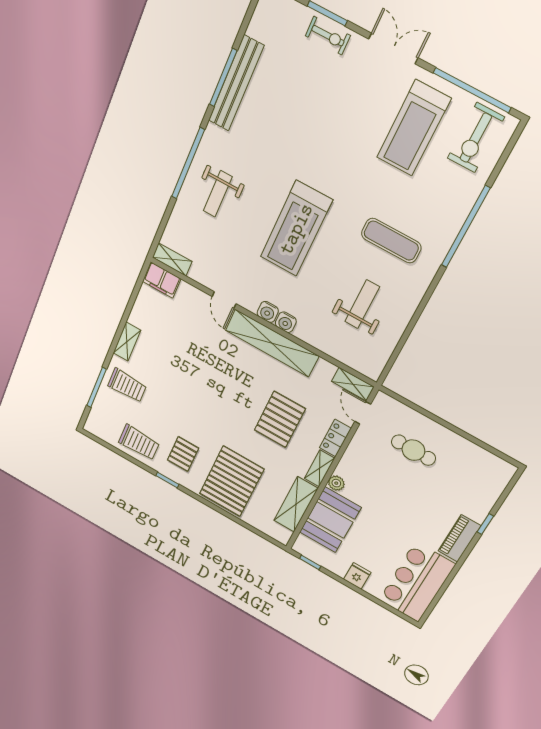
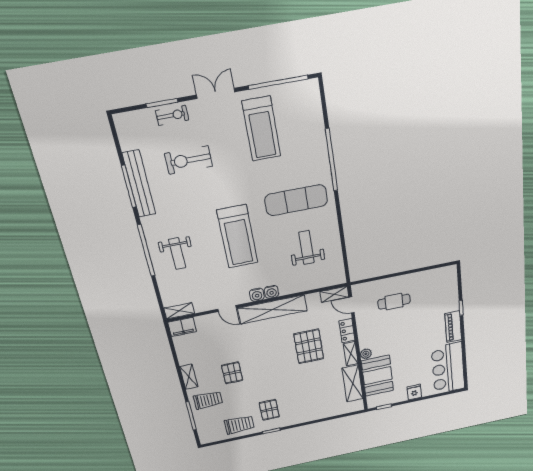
exercise bike: (476, 138) -> (189, 160), moved, turned 90
exercise mat: (391, 241) -> (296, 200), width x1.36, depth x1.45
pallet: (232, 481) -> (232, 373), moved, width x0.49, depth x0.50

